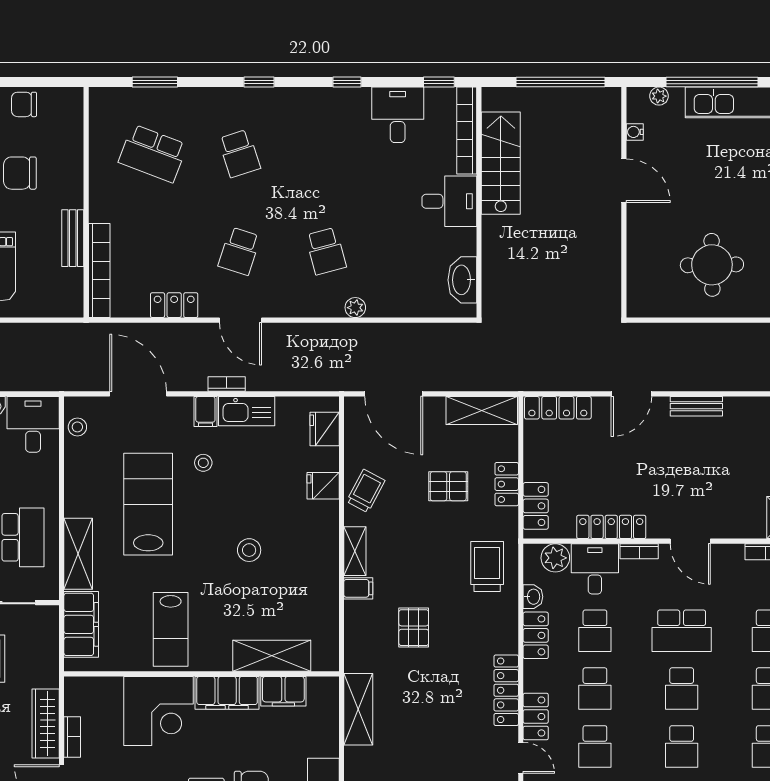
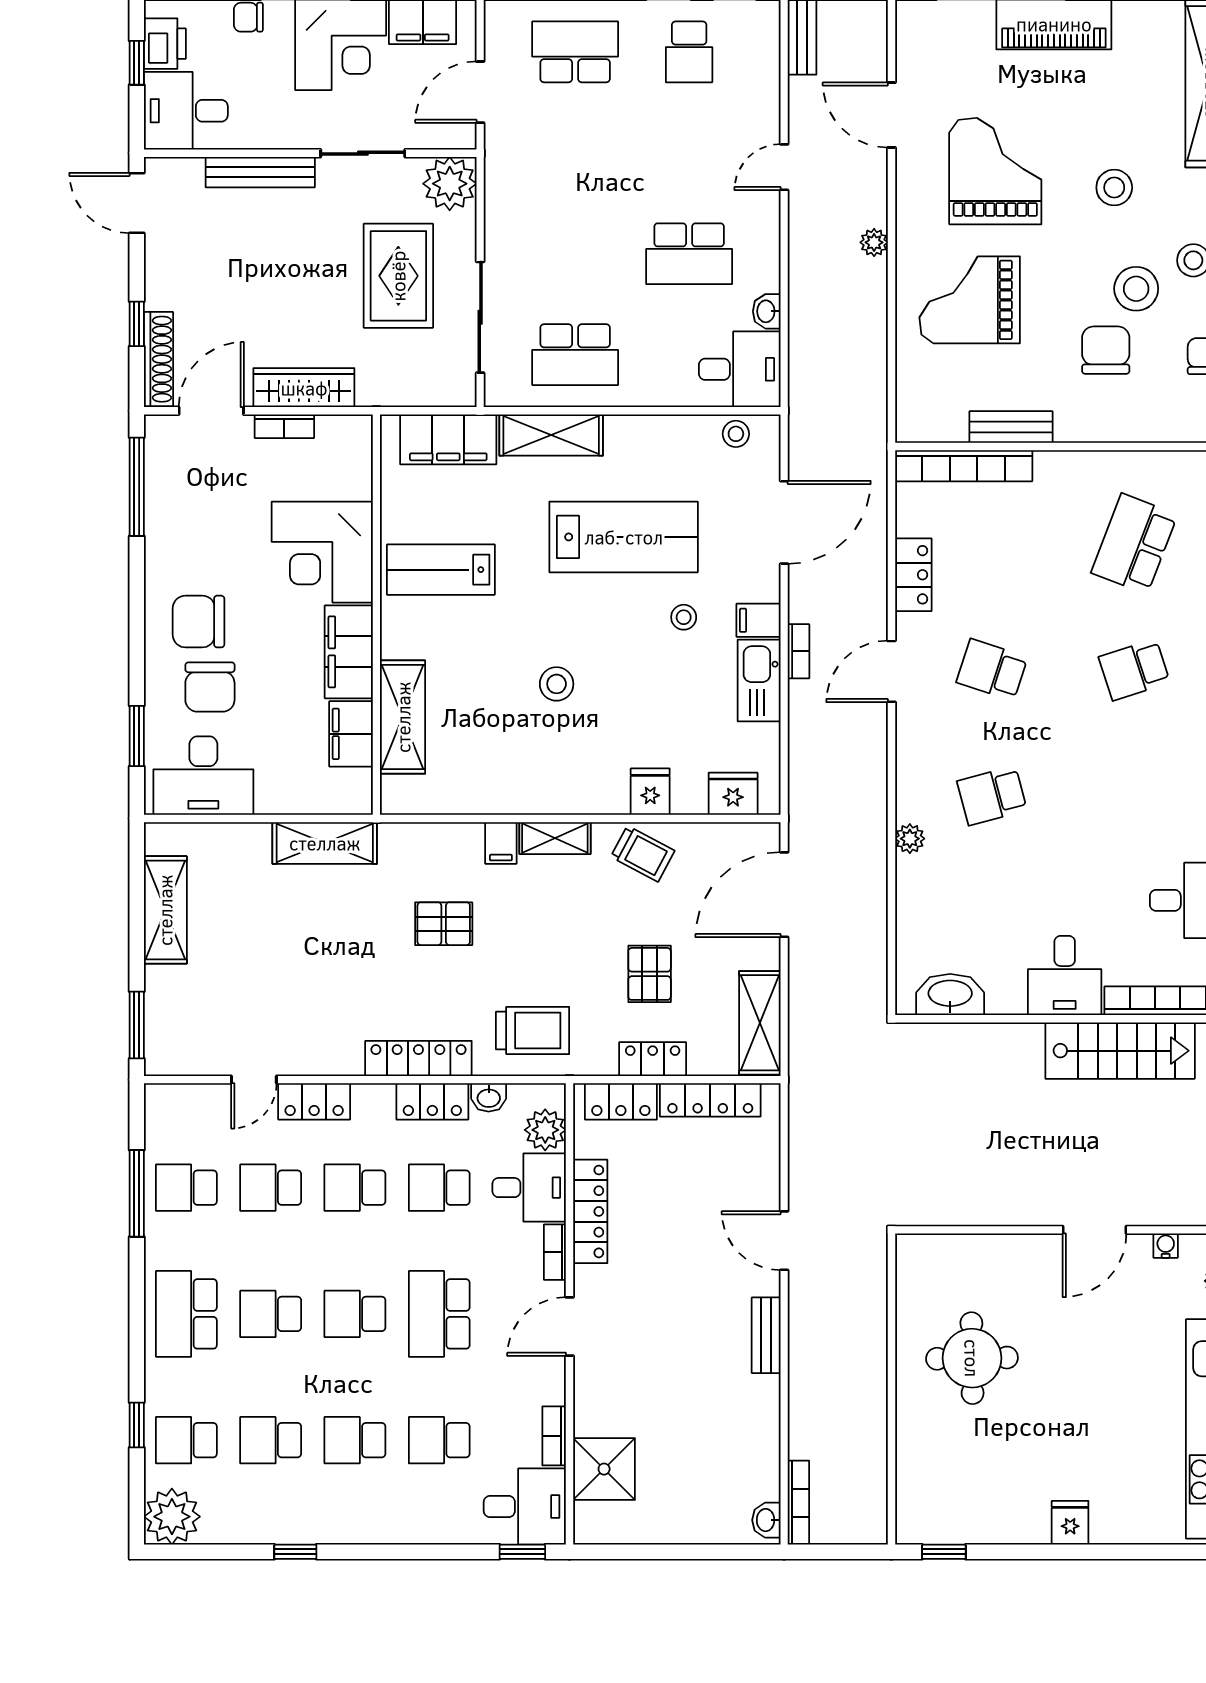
locker: (558, 408) -> (710, 1100), moved, turned -90
locker: (506, 690) -> (418, 1058), moved

